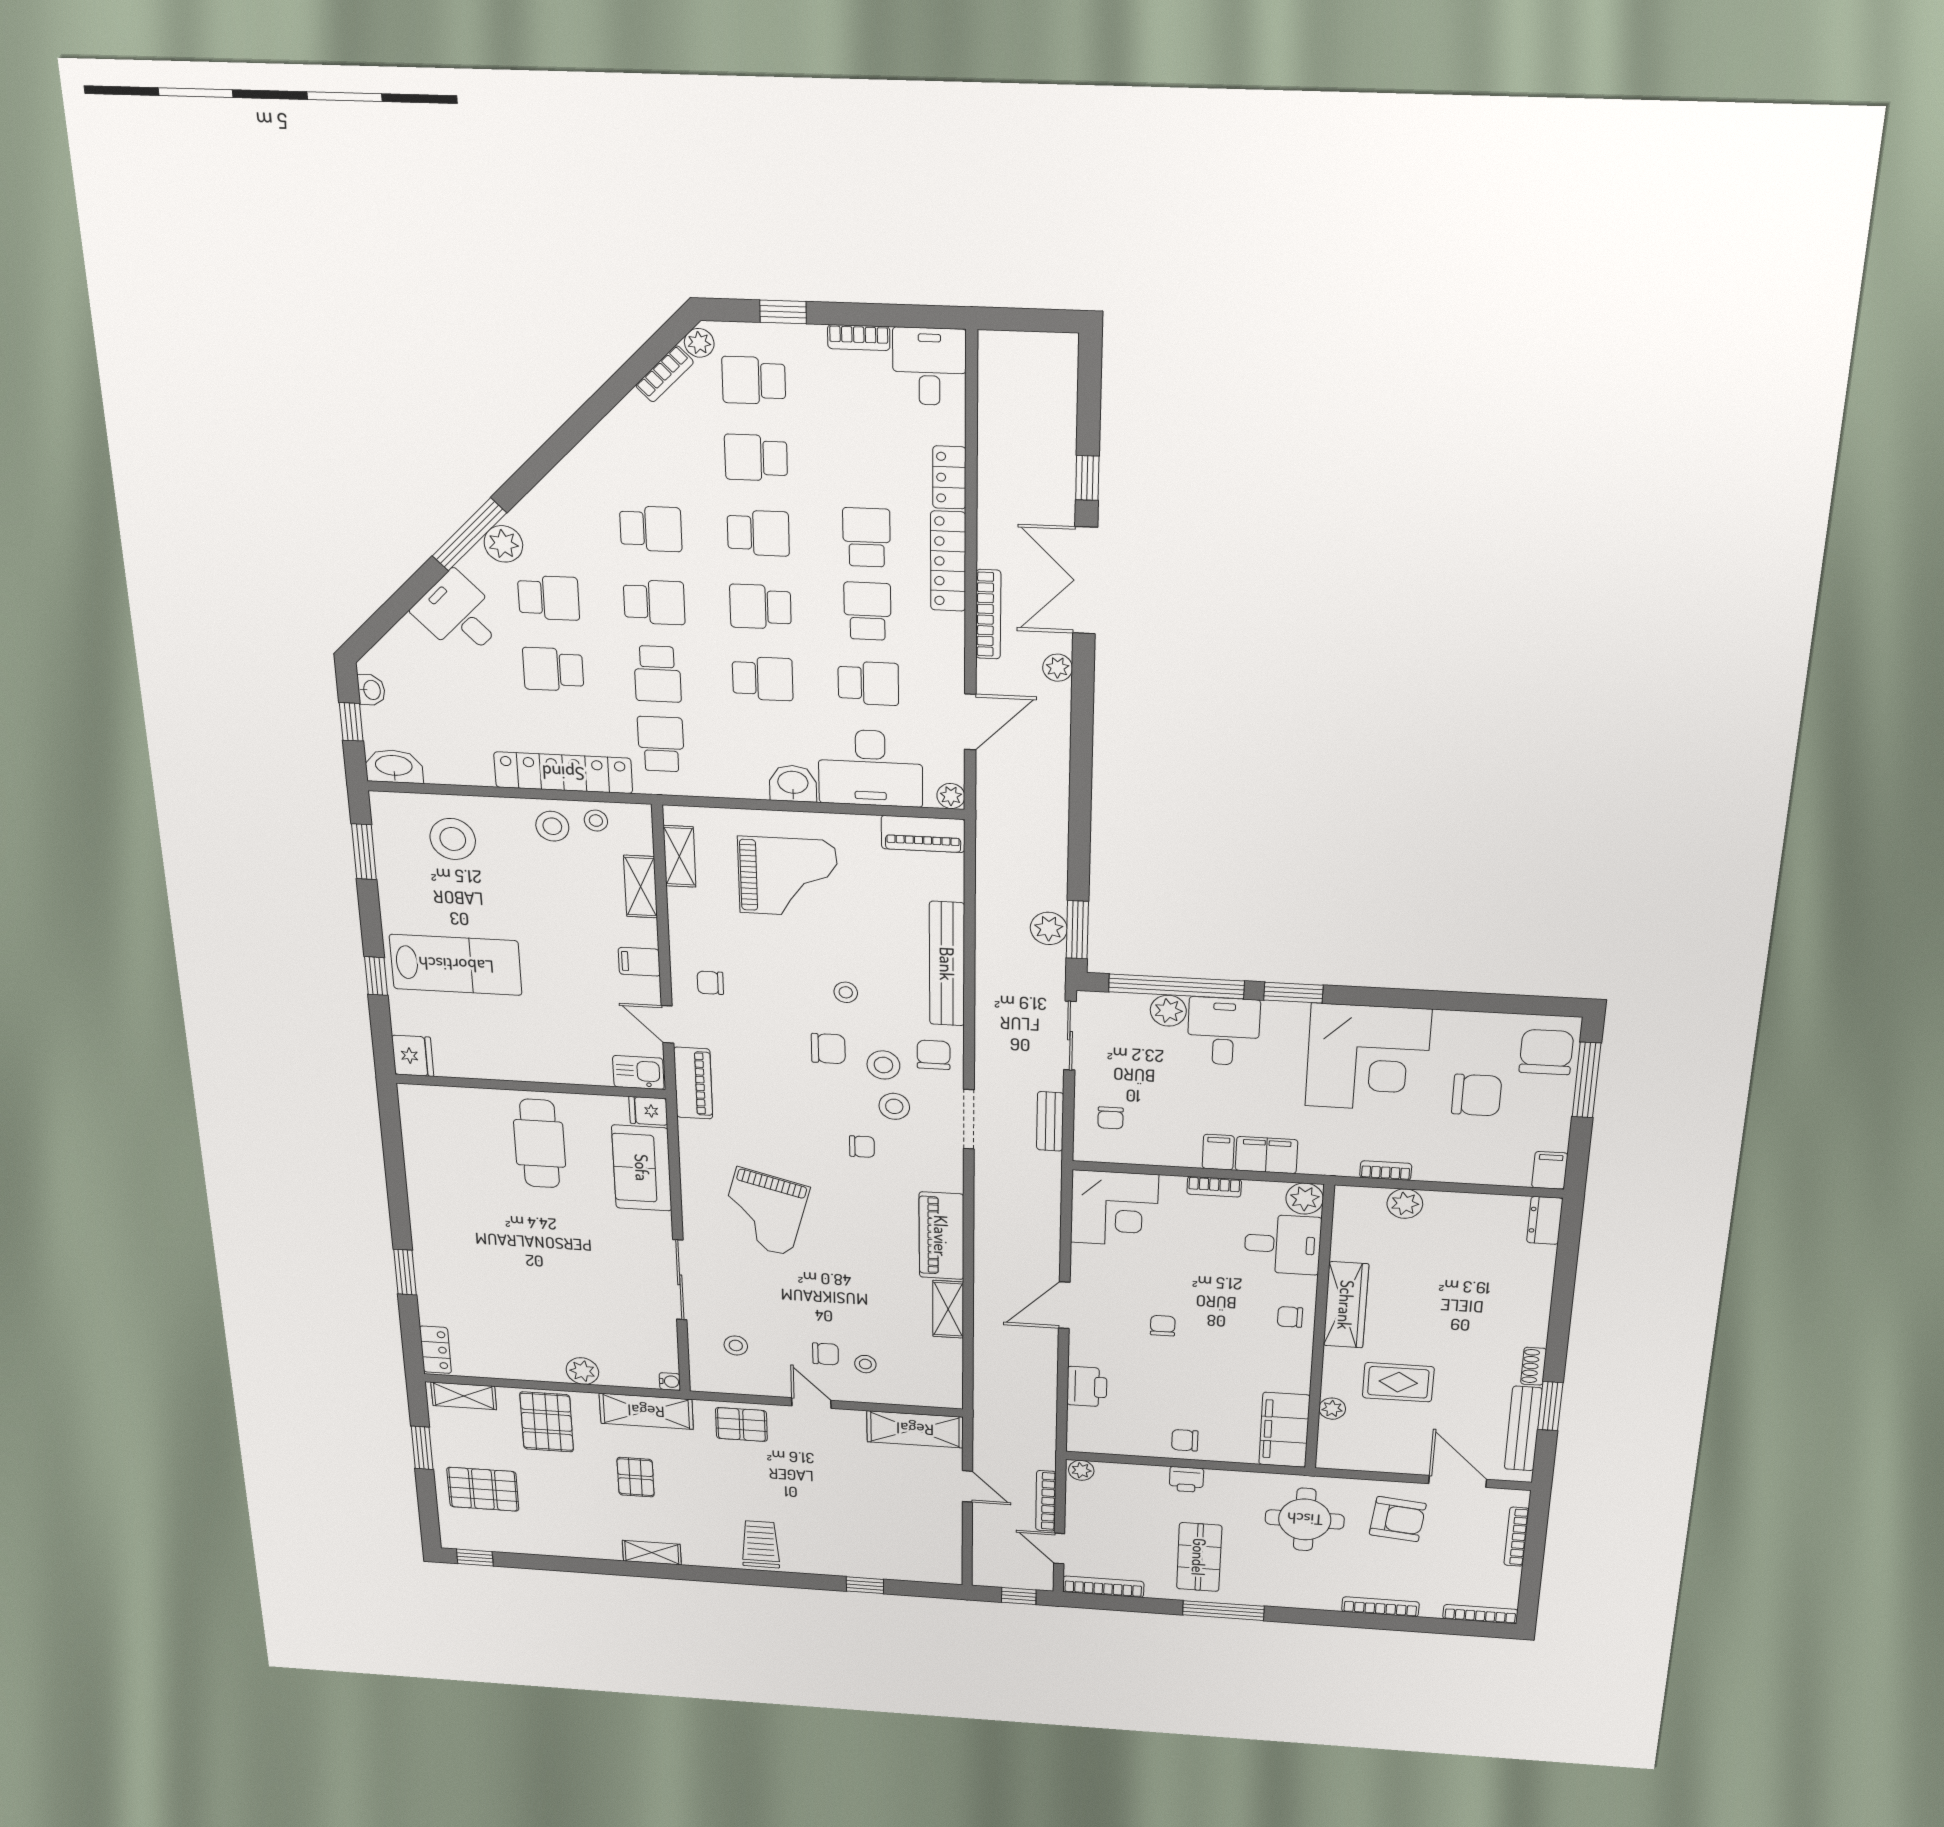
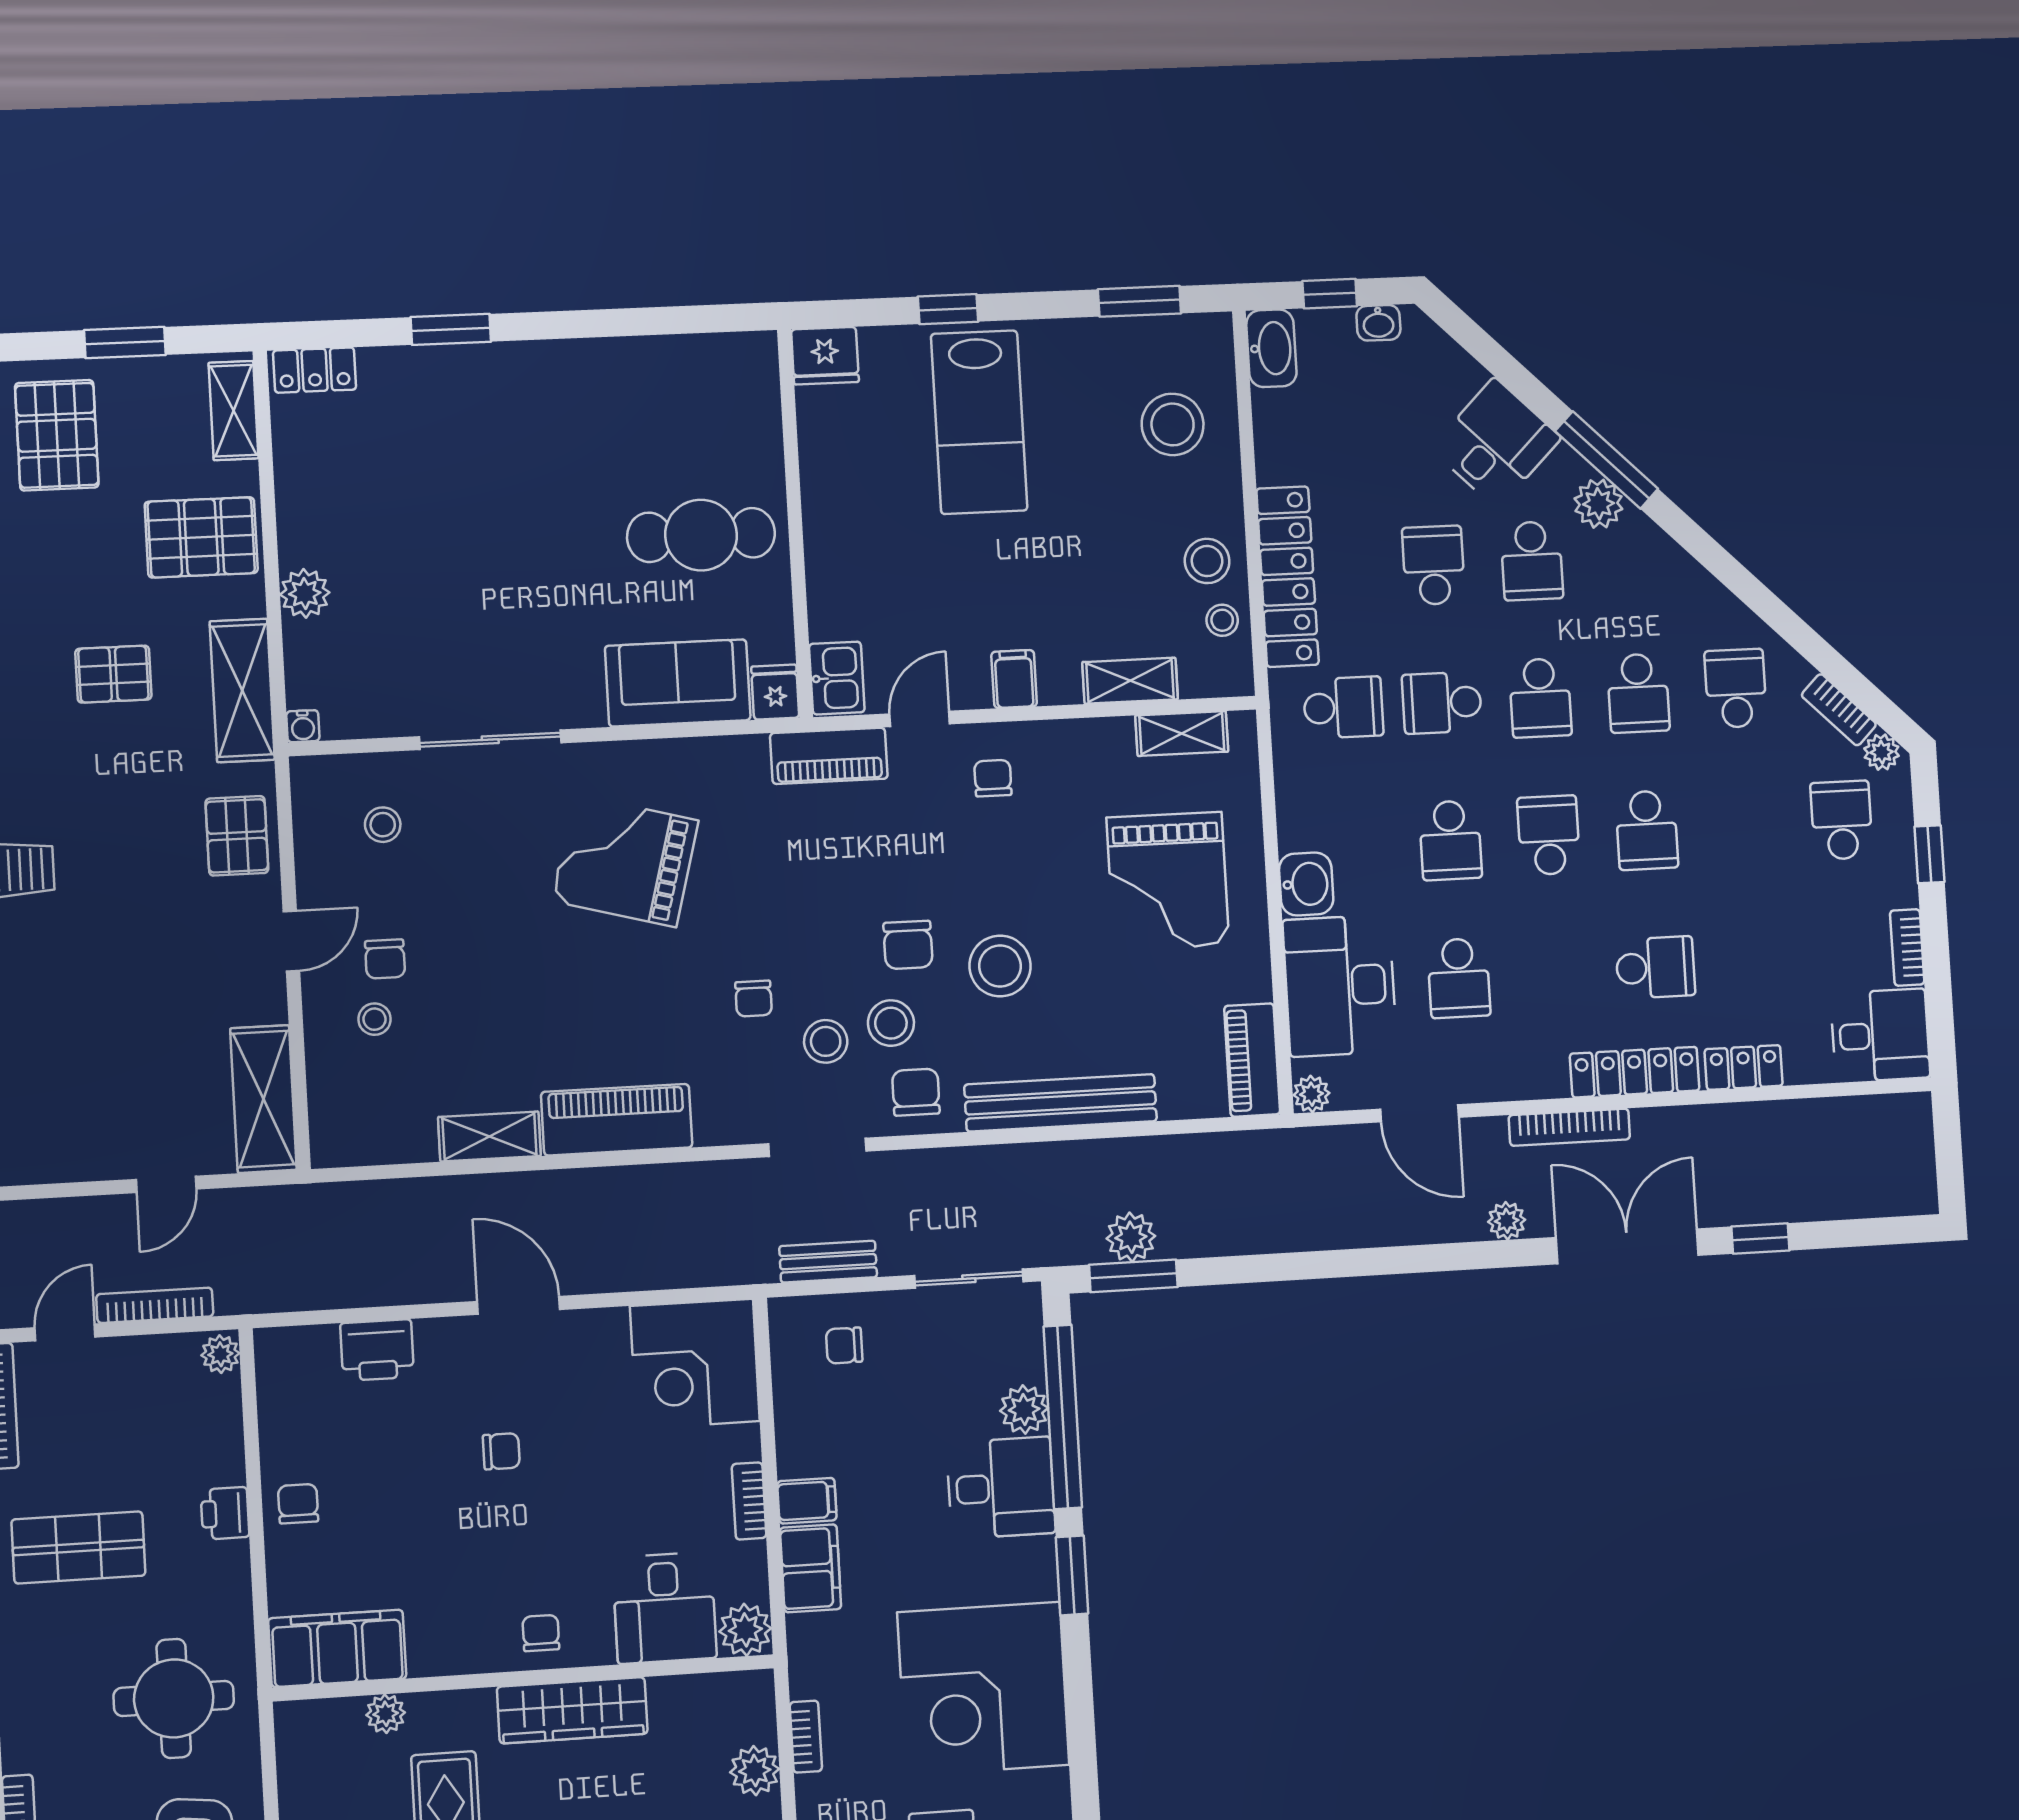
school desk: (756, 458) -> (1736, 688), moved
school desk: (867, 611) -> (1557, 973), removed
stool: (846, 992) -> (1000, 966), width x1.89, depth x1.89
chair: (934, 1055) -> (916, 1092), turned -90

